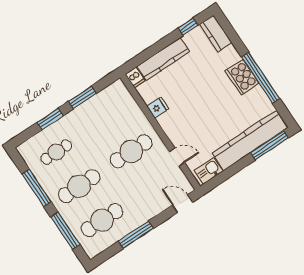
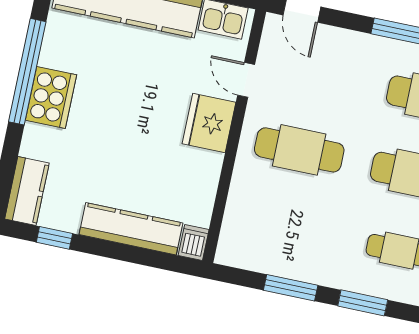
fridge: (158, 108) -> (209, 123), moved, width x1.88, depth x1.34

